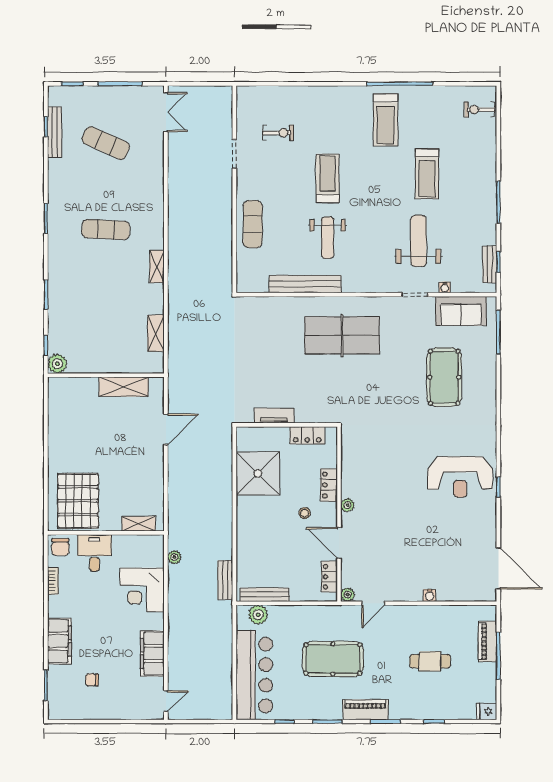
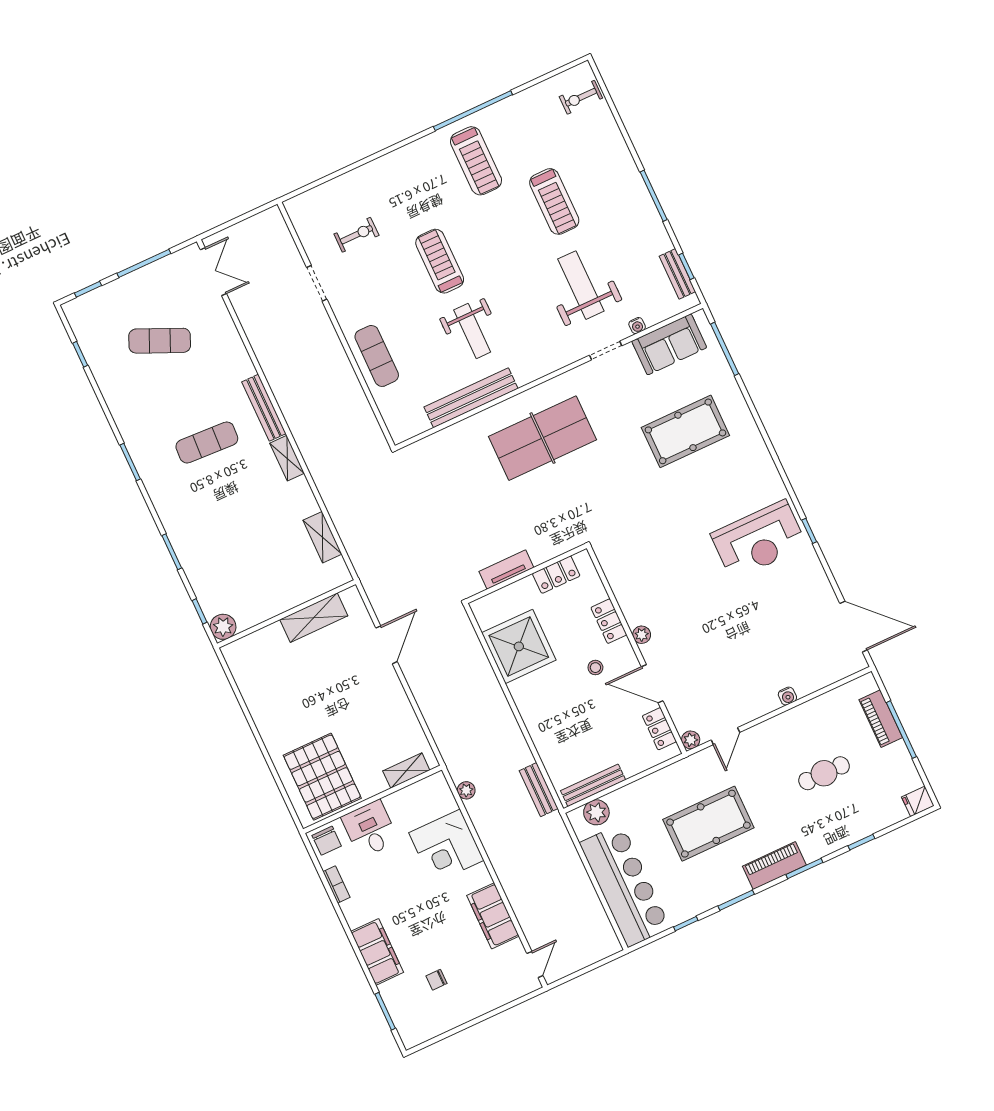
bench: (55, 132) -> (264, 408), moved
pool table: (444, 377) -> (685, 431), turned 90

